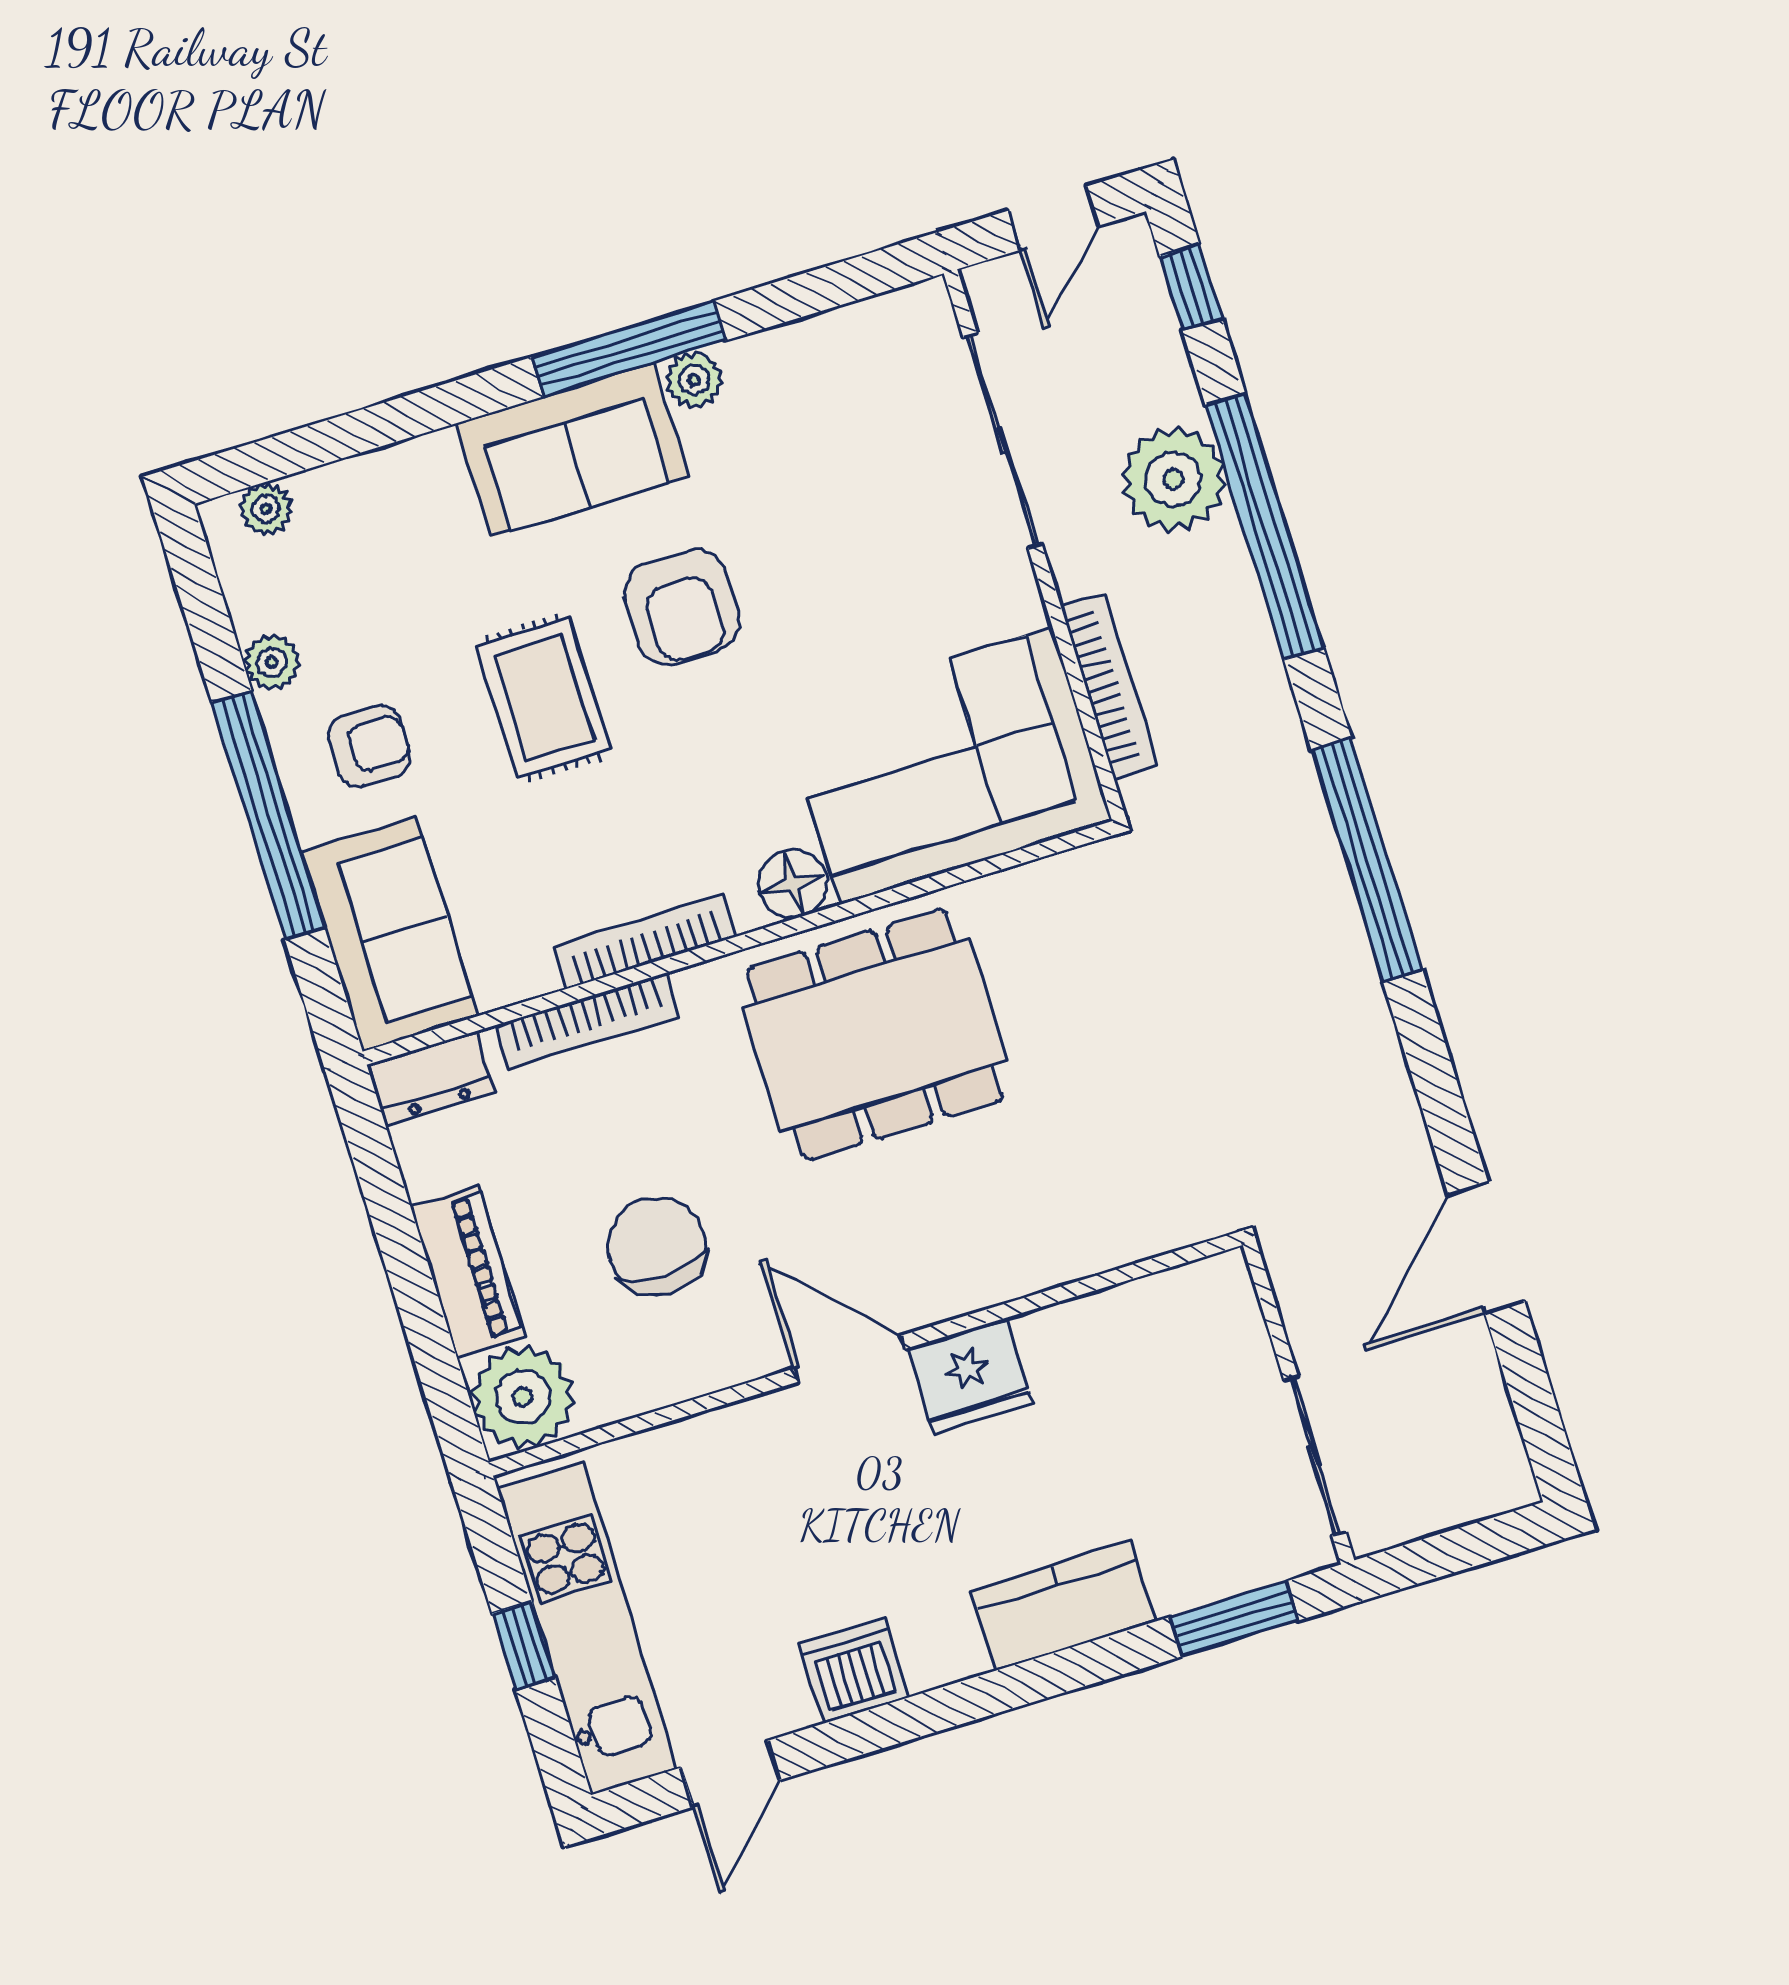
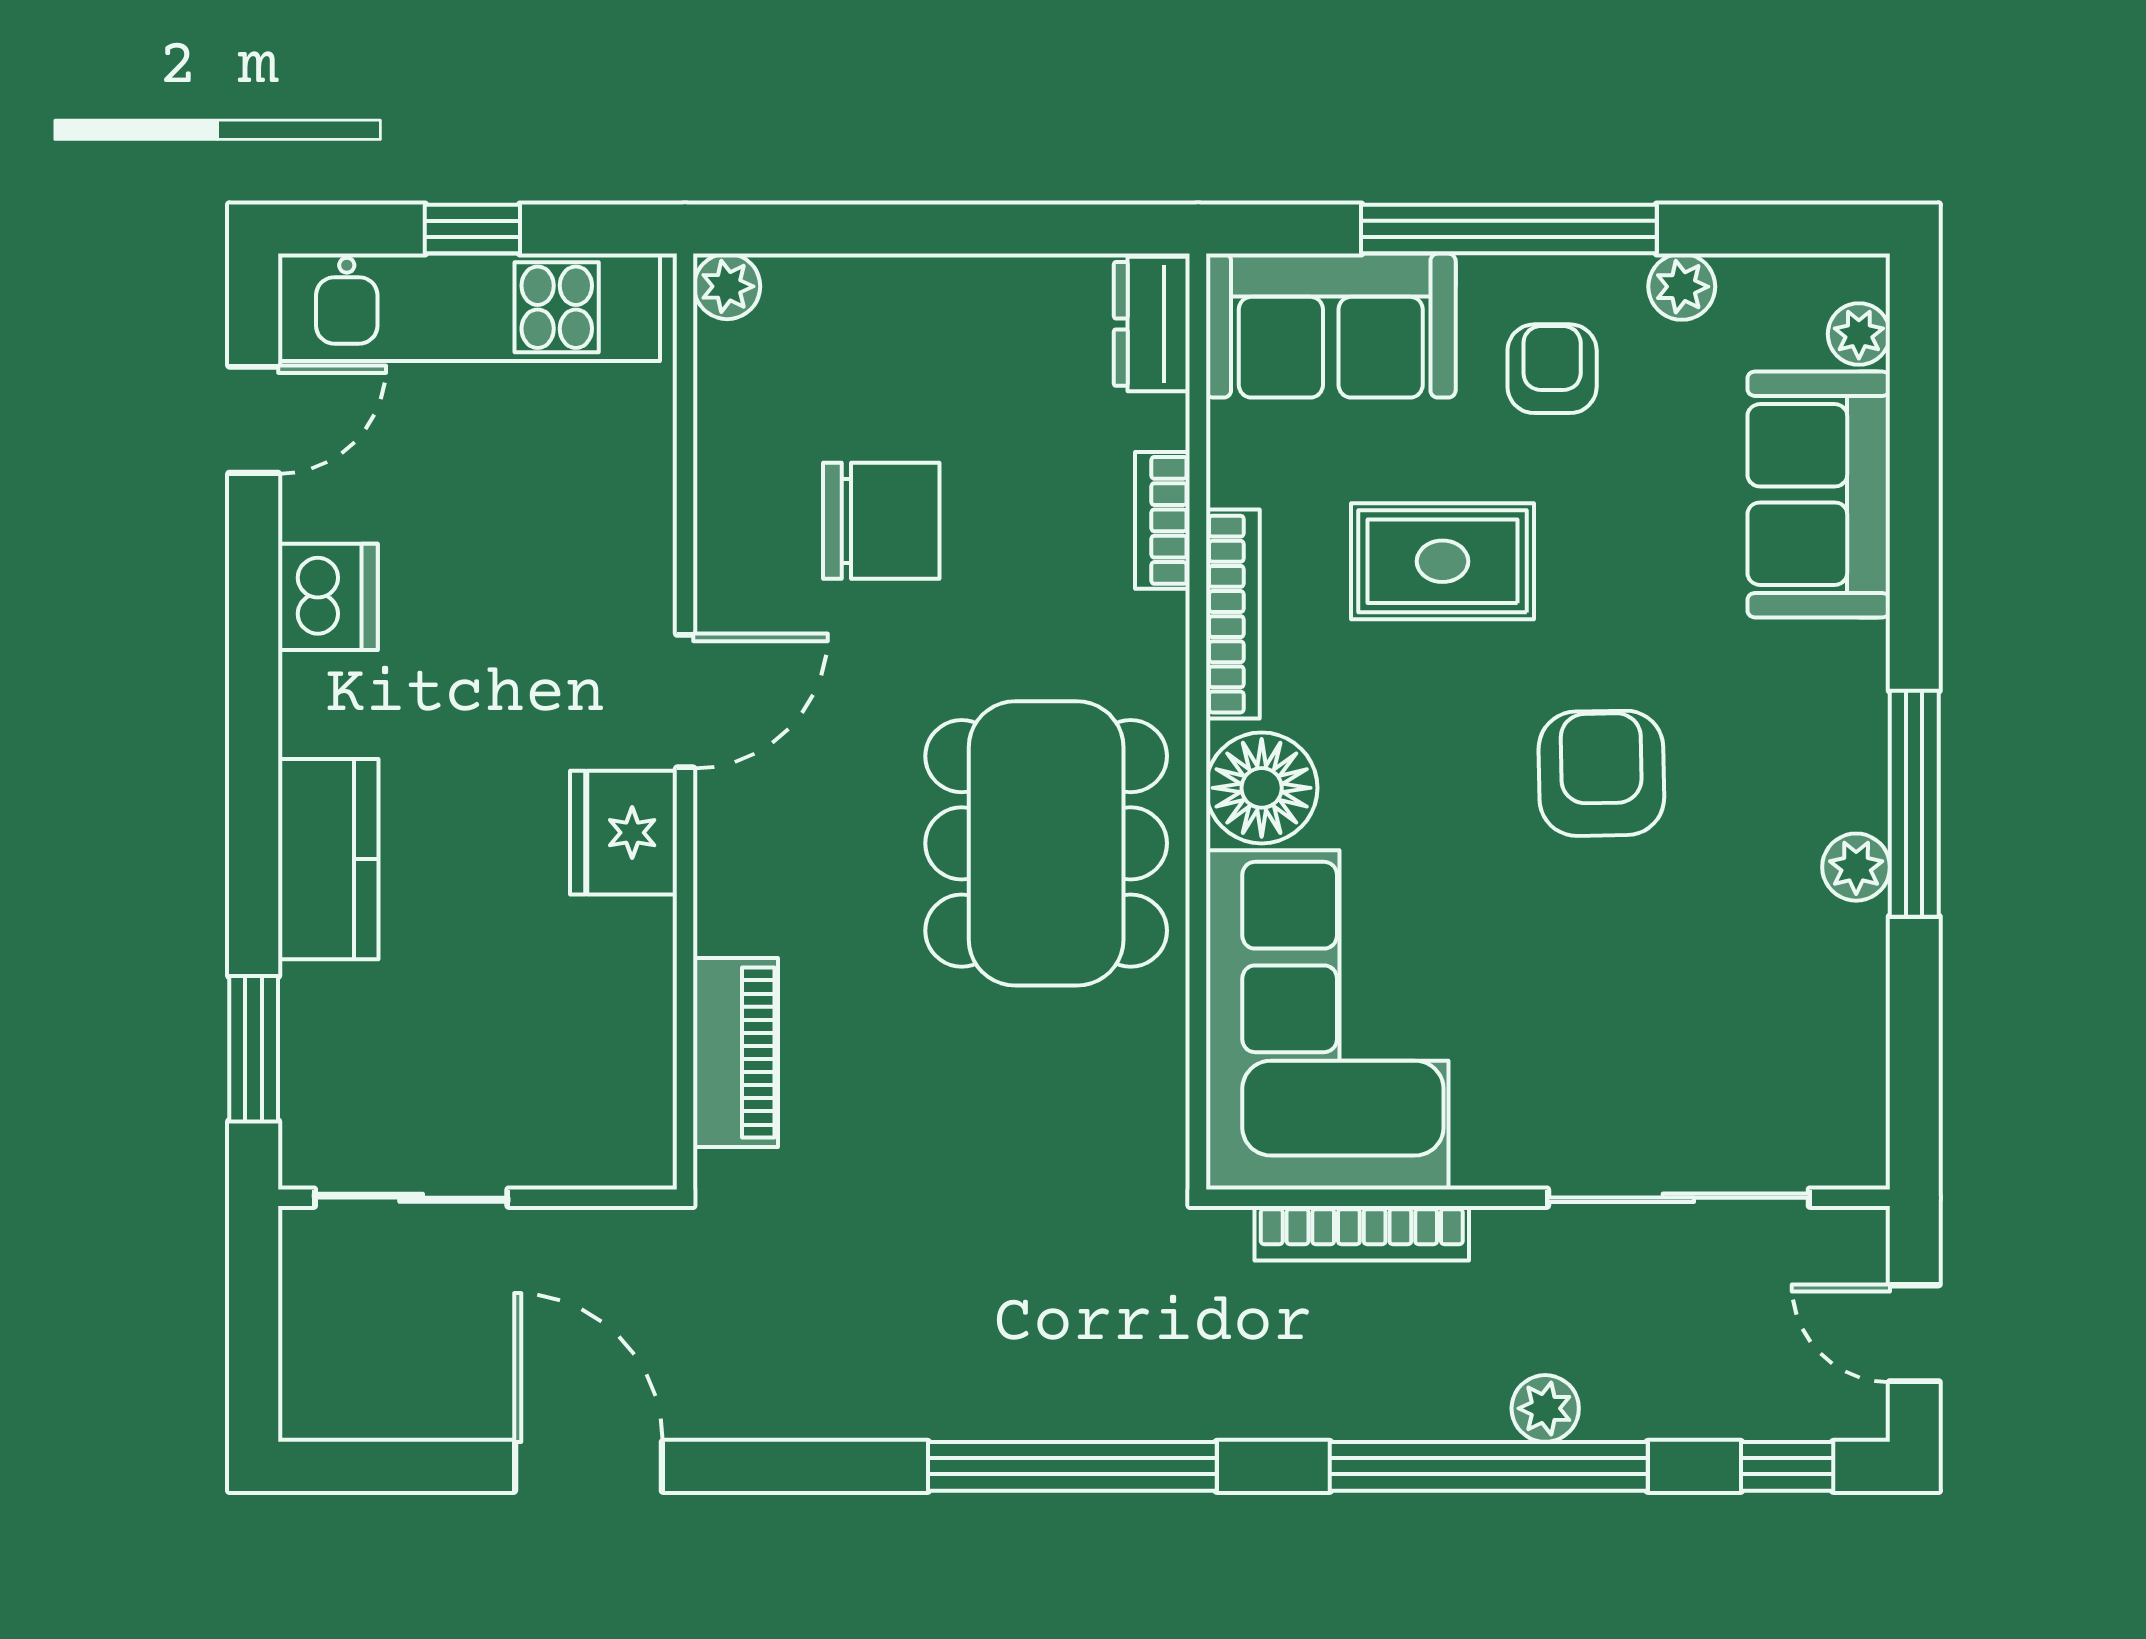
sofa: (572, 450) -> (1819, 494), moved
plant: (1173, 479) -> (1545, 1408), width x0.53, depth x0.53
armchair: (681, 607) -> (1601, 773), turned 89
rug: (543, 698) -> (1442, 561), moved
armchair: (370, 746) -> (1552, 369), turned 180
floor lamp: (793, 884) -> (1262, 788), width x1.38, depth x1.38
bookcase: (587, 1021) -> (1162, 520), width x0.64
piano: (467, 1271) -> (735, 1052), moved, turned -90
plant: (523, 1397) -> (727, 286), width x0.53, depth x0.53
door: (730, 1774) -> (254, 420), swing flipped

